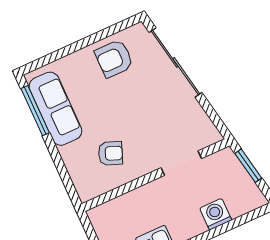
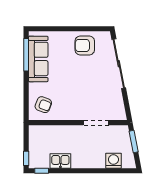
armchair: (111, 153) -> (43, 105), moved
washing machine: (216, 214) -> (113, 161), moved

